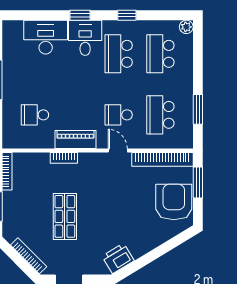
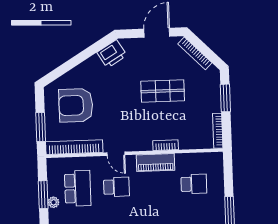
plant: (187, 101) -> (54, 202), added
armchair: (174, 202) -> (76, 105), moved, turned 90
shop shelf: (65, 216) -> (163, 91), turned 90

